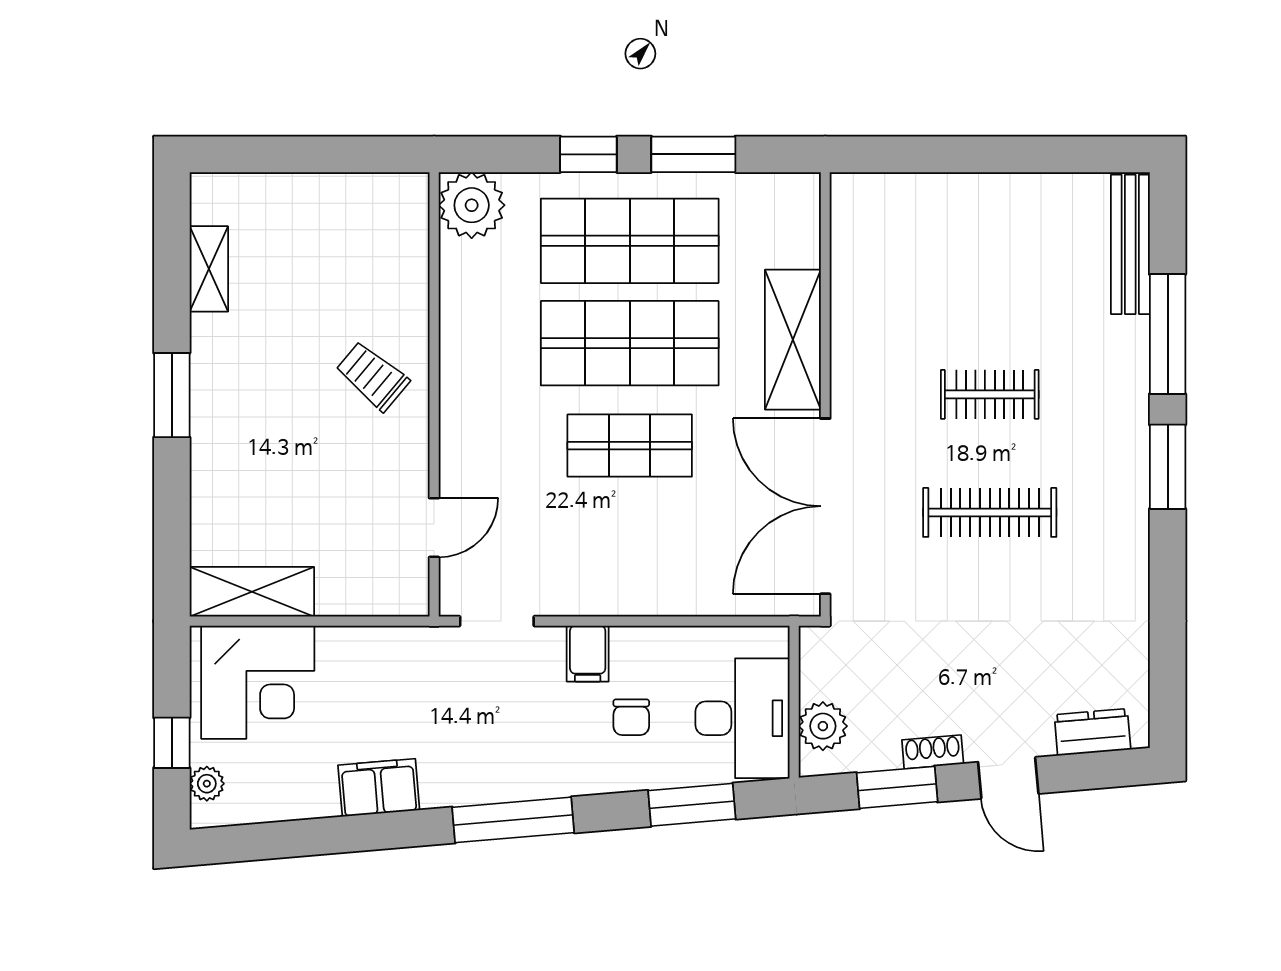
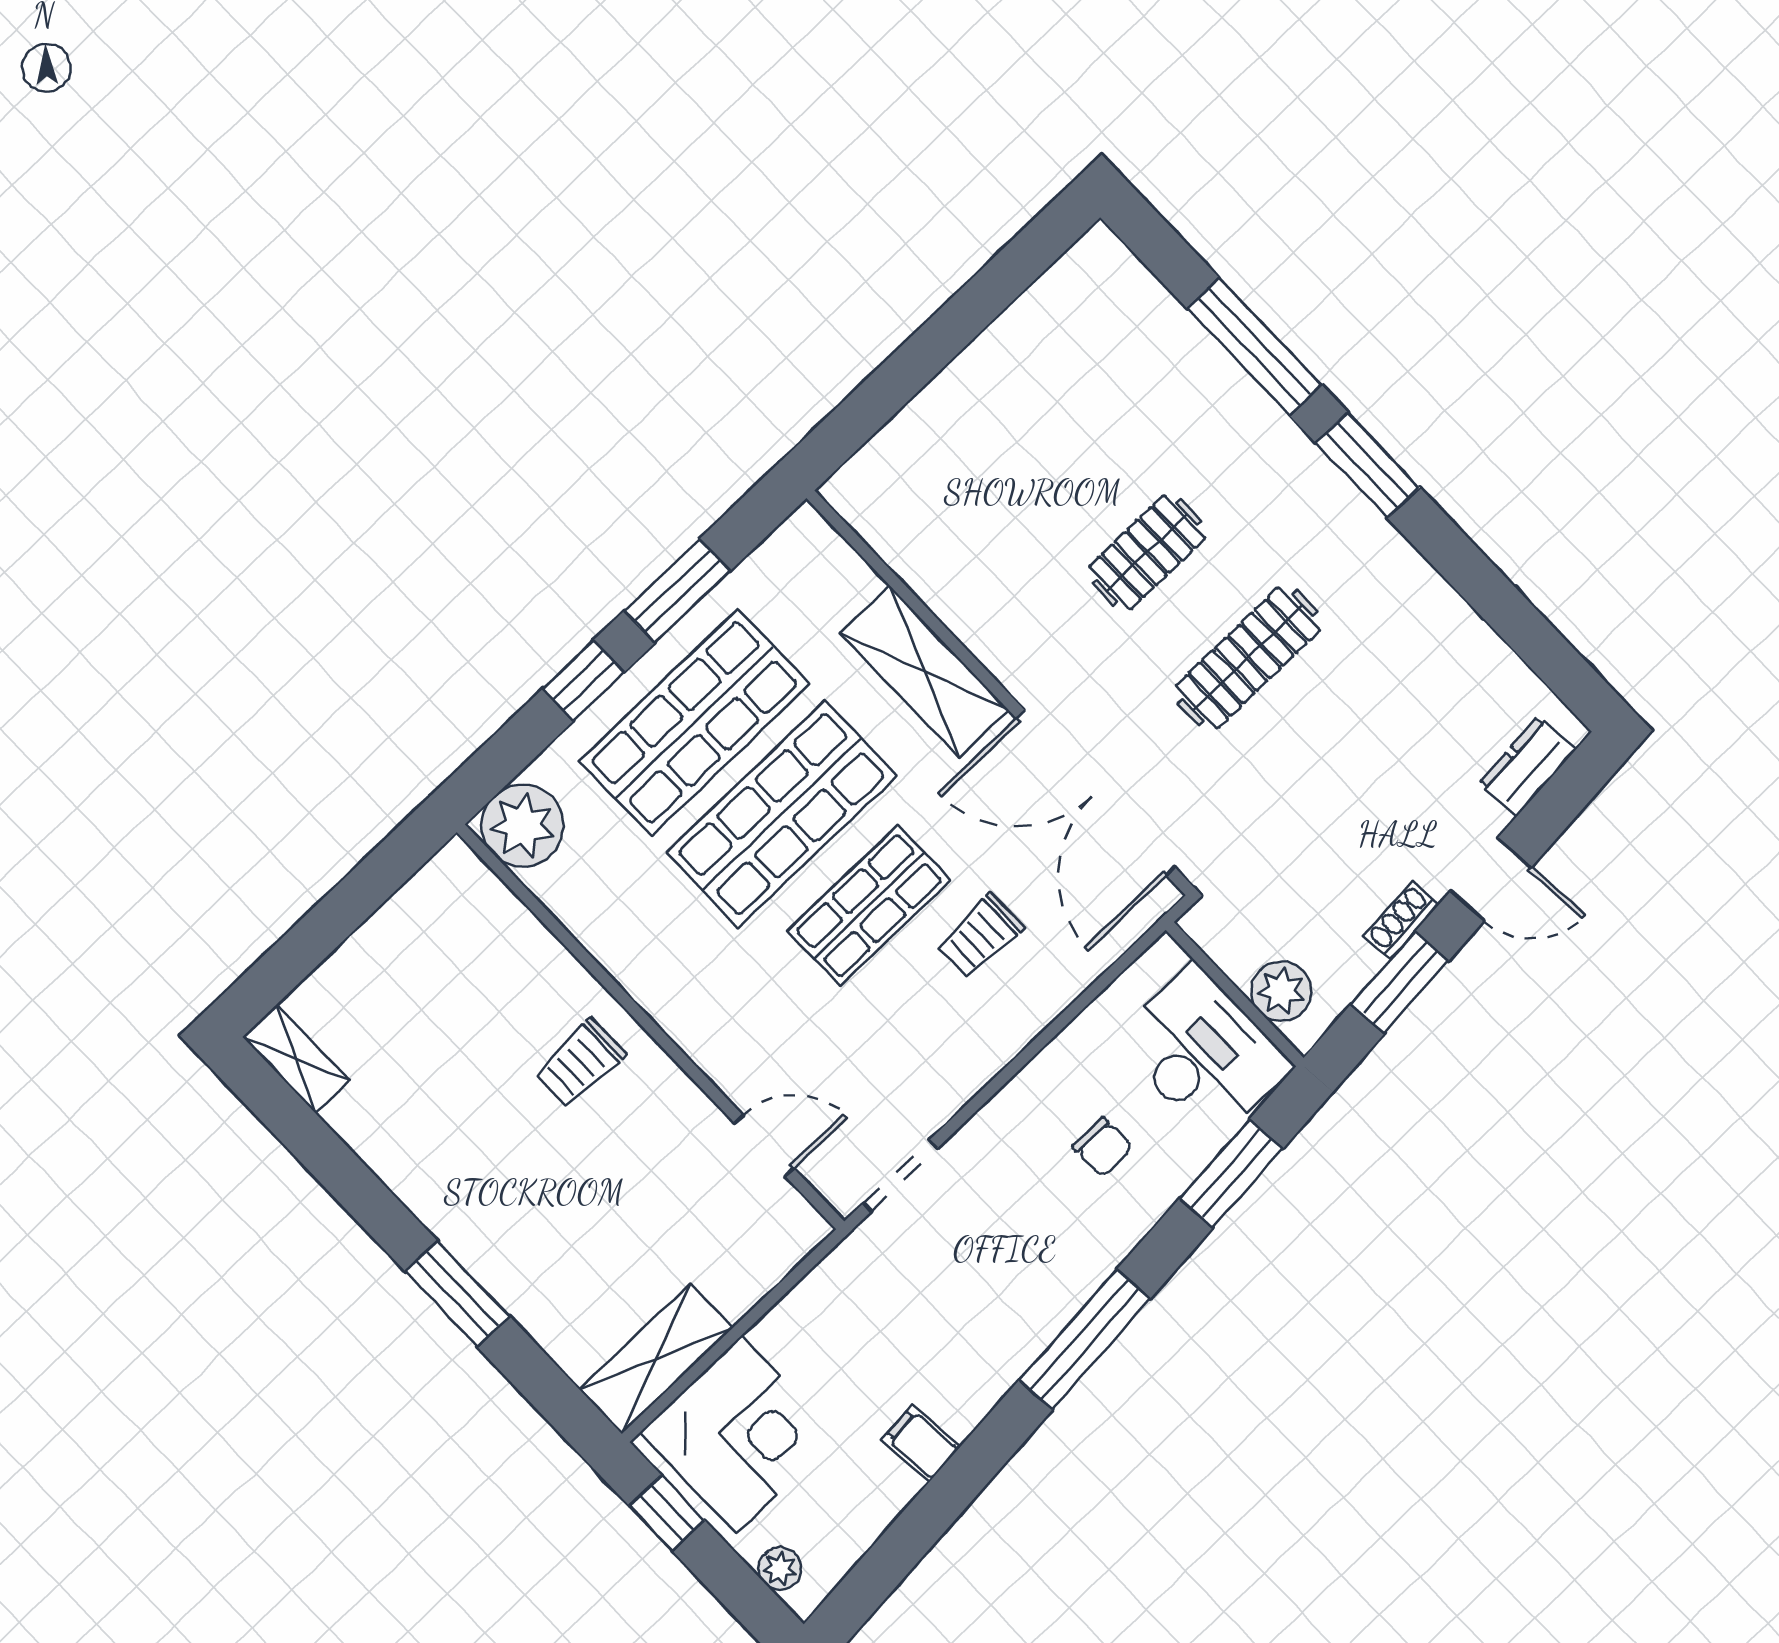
bench: (1130, 244) -> (1145, 298), removed
shelving: (209, 269) -> (296, 1059), moved
trolley: (372, 376) -> (580, 1063), turned -40
window: (172, 395) -> (457, 1294), moved
trolley: (678, 526) -> (980, 936), added
door: (434, 528) -> (764, 1146), hinge flipped
filing cabinet: (588, 654) -> (1009, 1127), removed
window: (172, 743) -> (667, 1513), moved
filing cabinet: (379, 788) -> (921, 1443), width x0.50

